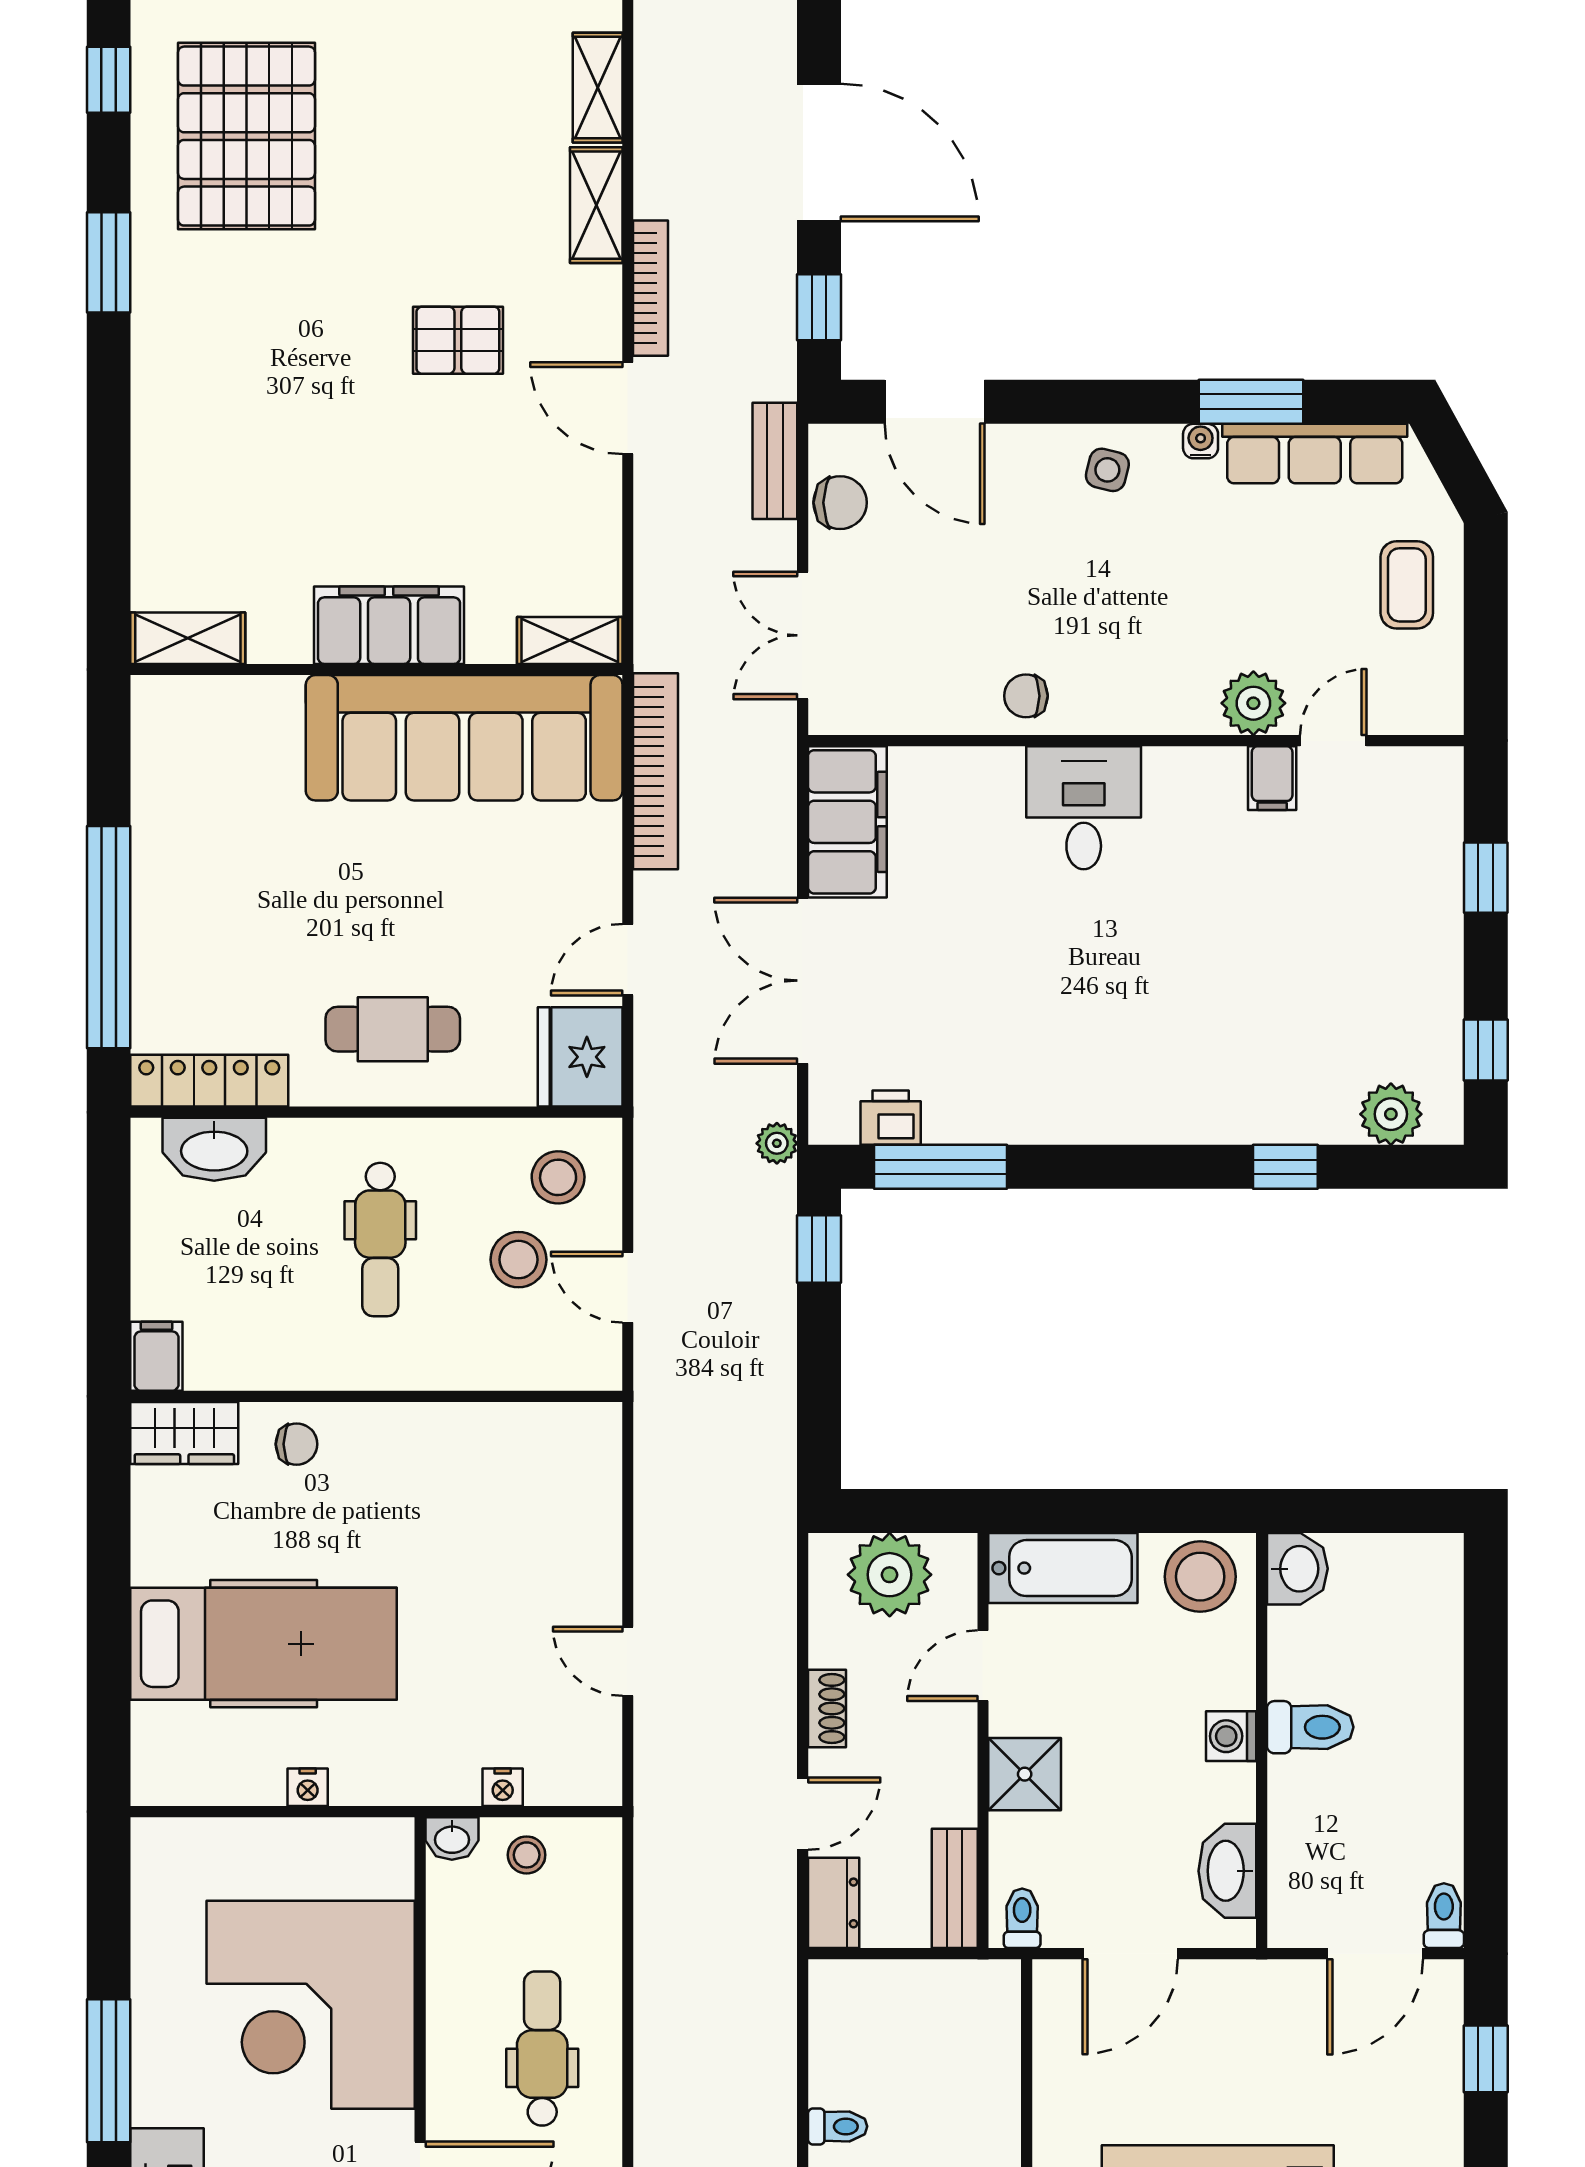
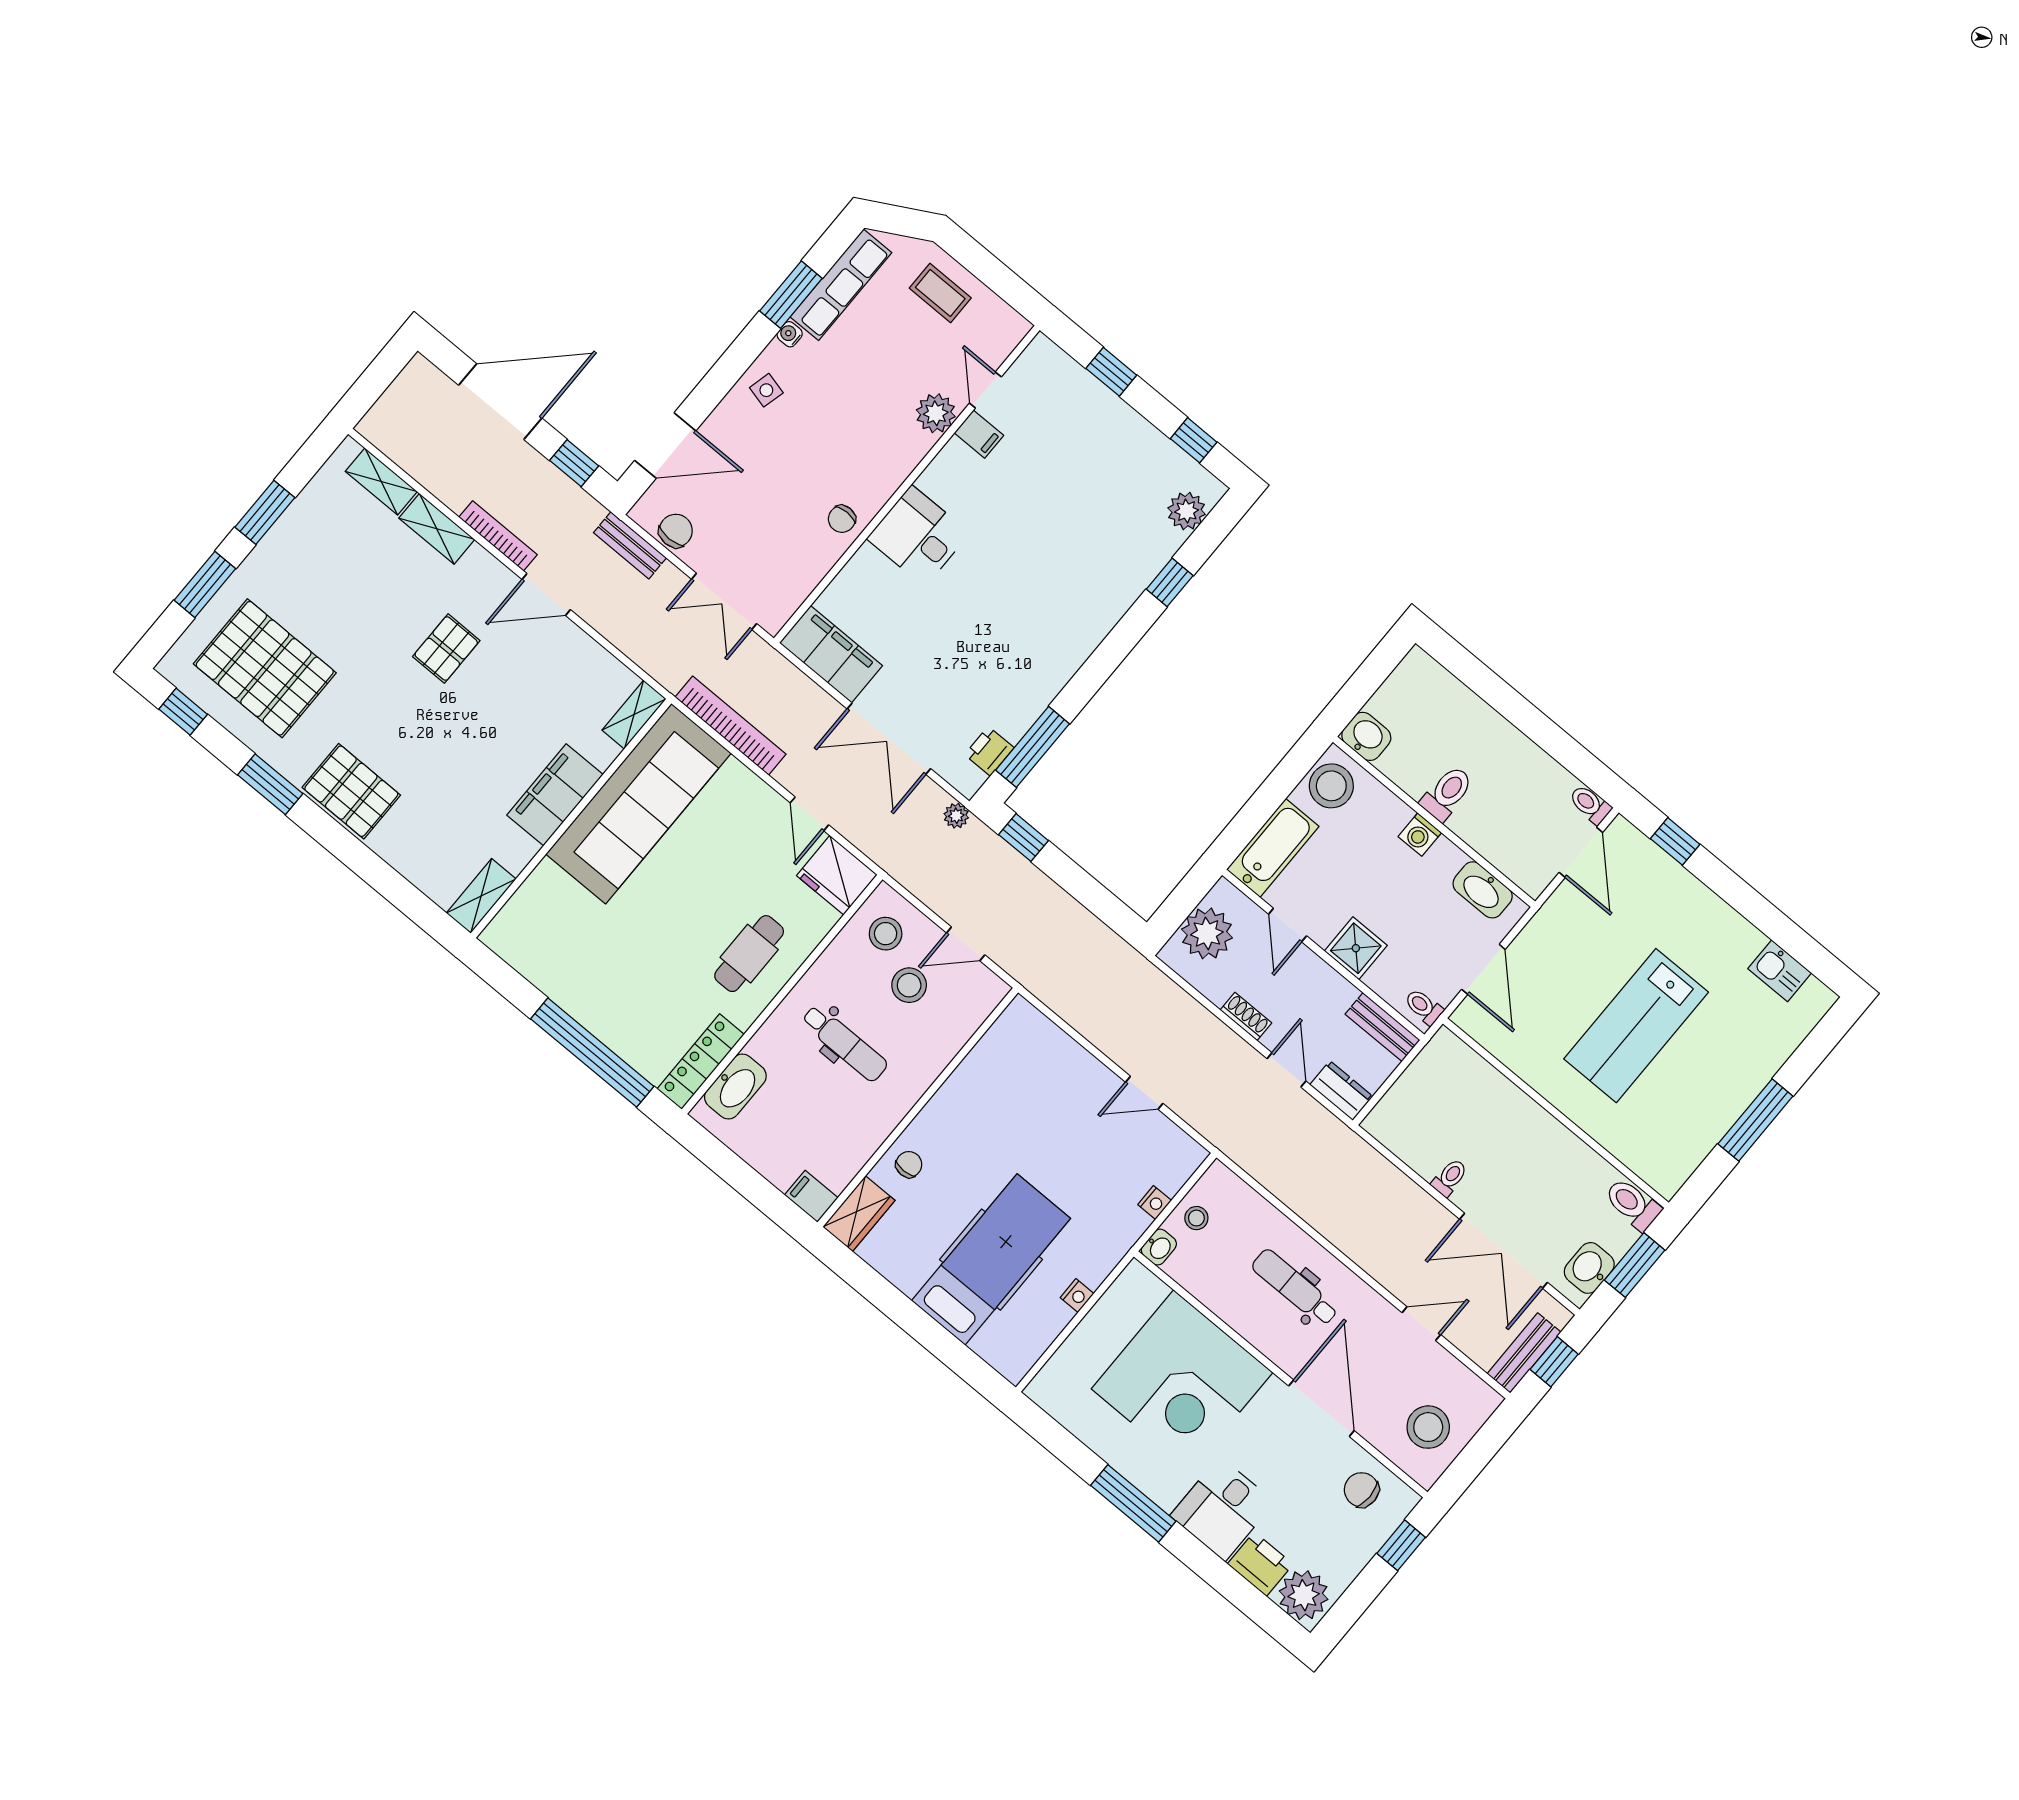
pallet: (184, 370) -> (351, 791), added

